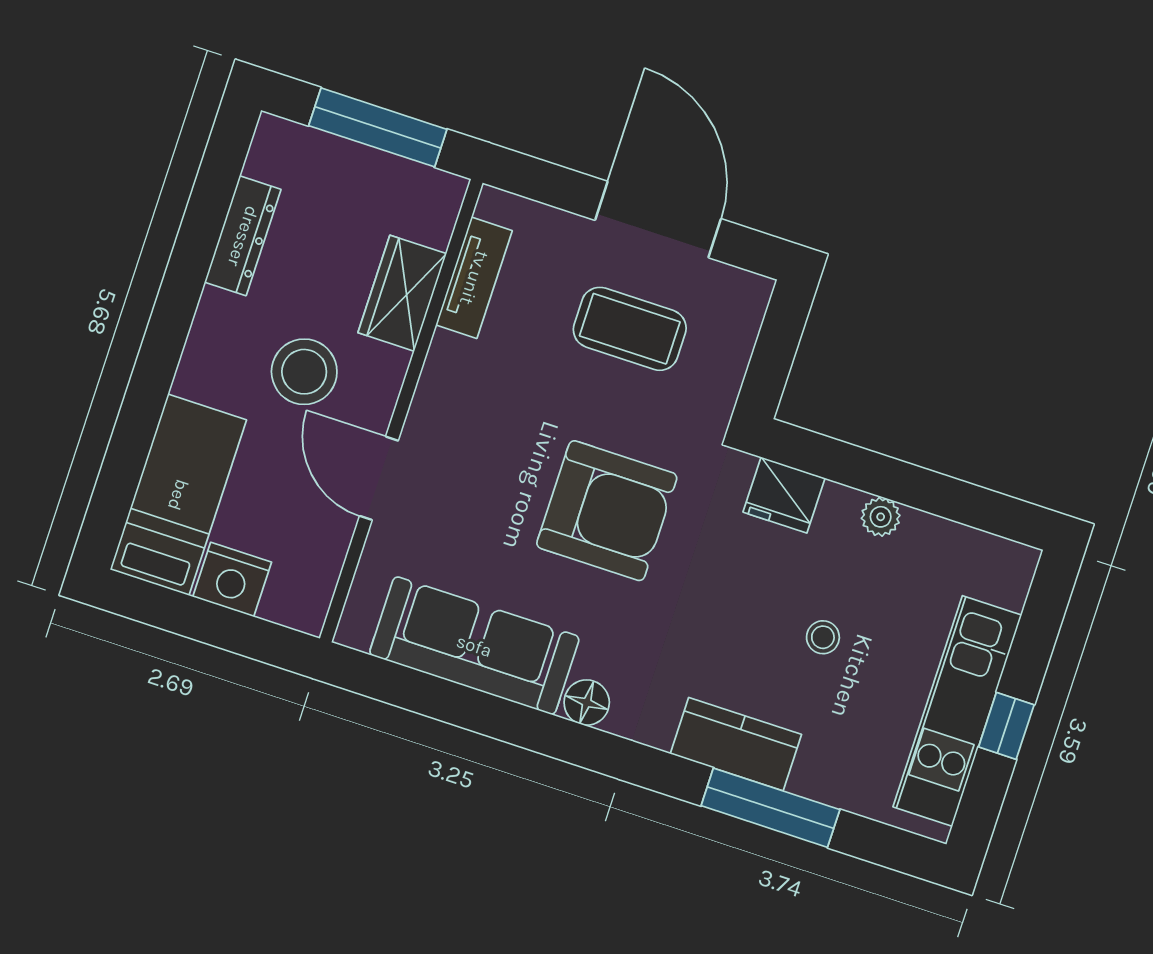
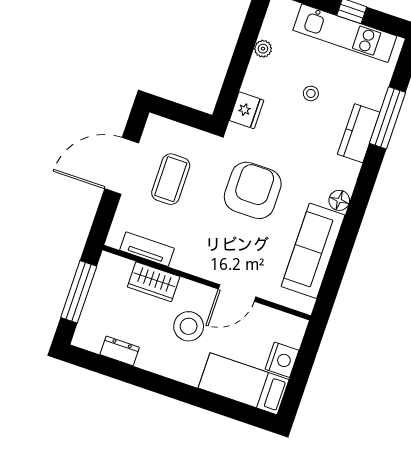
dresser: (243, 236) -> (120, 351), width x0.70
plant: (881, 517) -> (263, 49), moved

